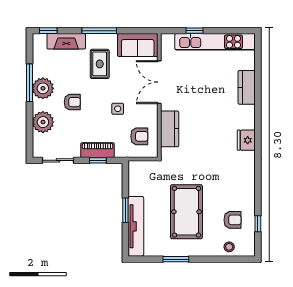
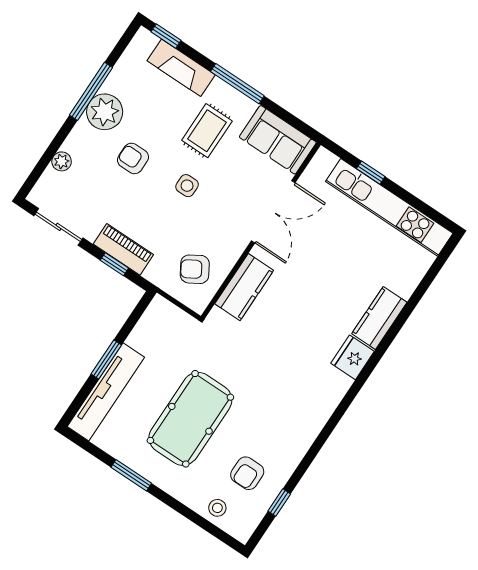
double door: (159, 82) -> (273, 212), swing flipped
kitchen counter: (247, 87) -> (379, 318), moved
armchair: (72, 102) -> (133, 158), turned 180
side table: (118, 109) -> (187, 186), moved
plant: (43, 122) -> (62, 161), width x0.53, depth x0.53
armchair: (139, 136) -> (195, 269), turned 149
fridge: (246, 140) -> (352, 357), moved
armchair: (232, 220) -> (247, 473), turned 90

